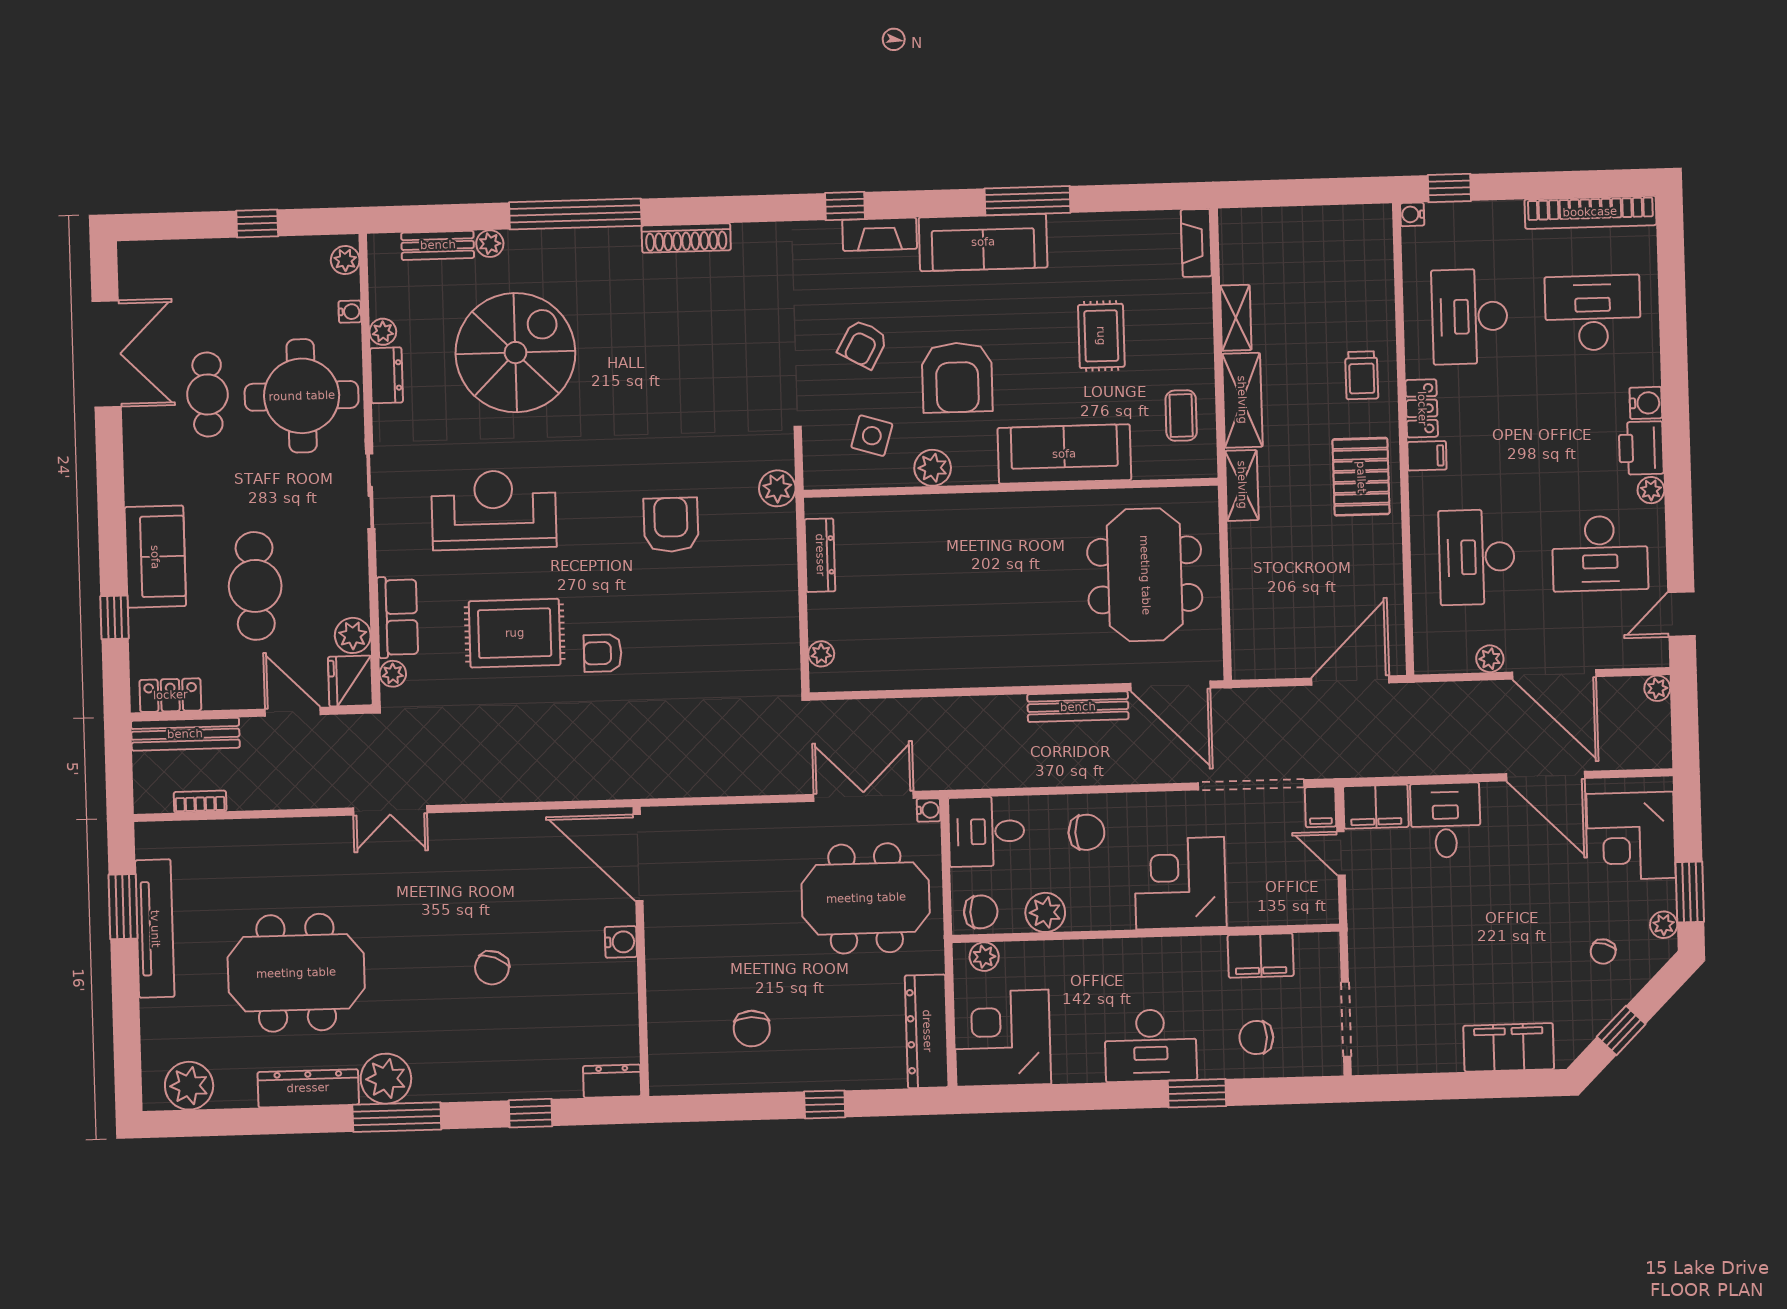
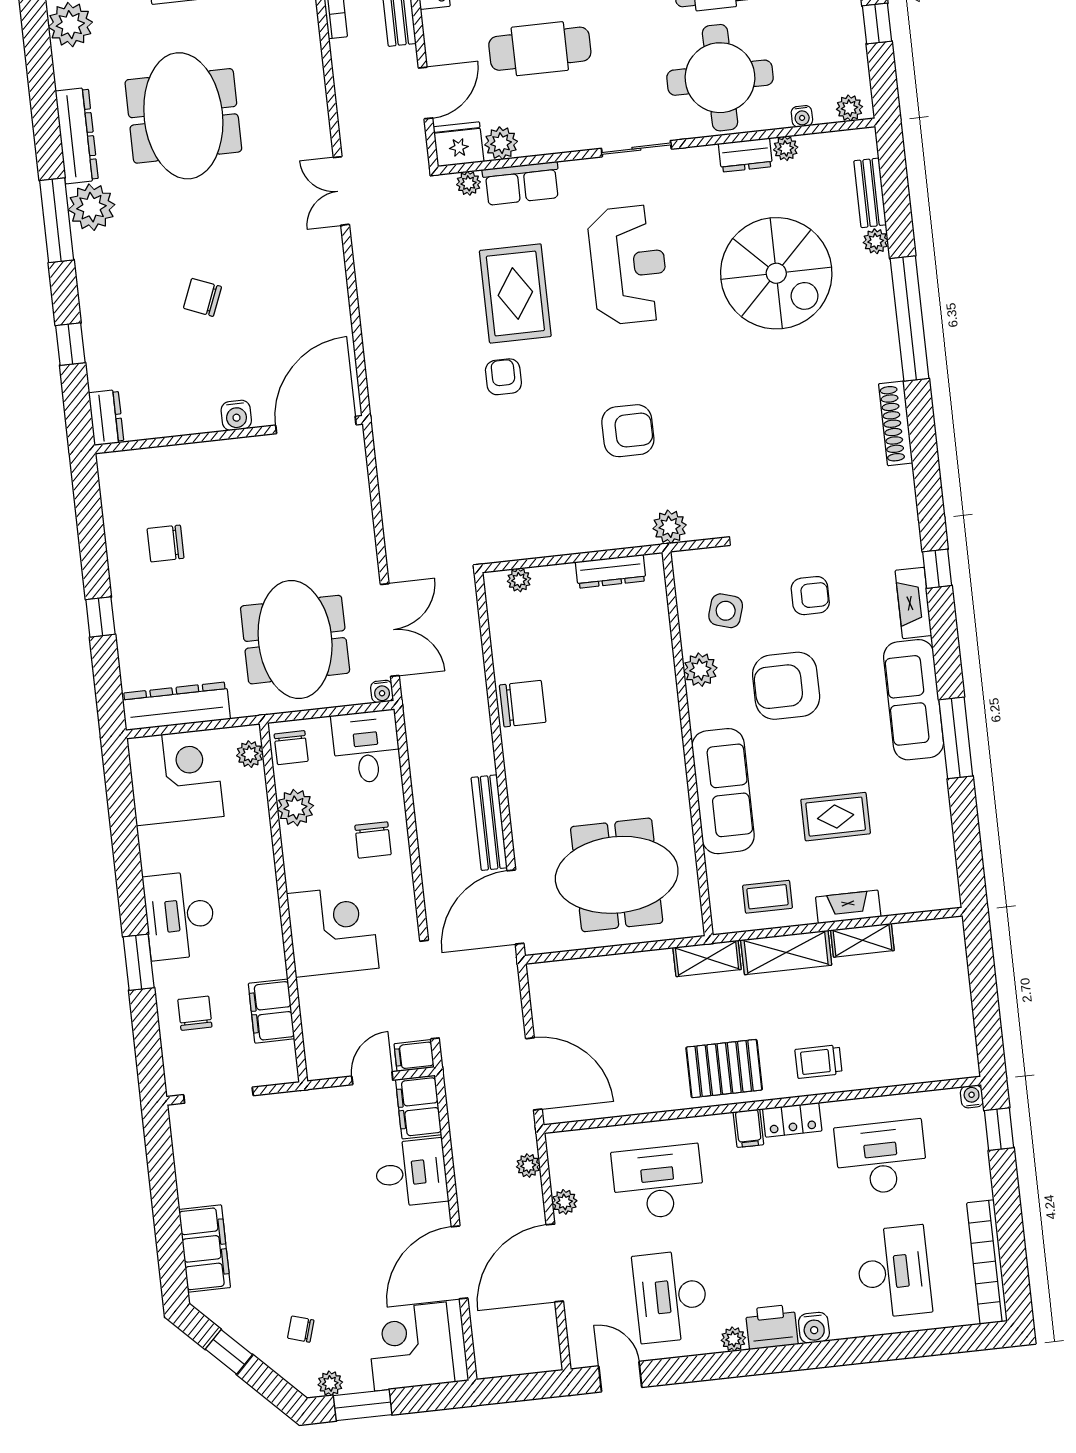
fireplace: (1196, 243) -> (848, 907), moved
armchair: (863, 344) -> (810, 596), turned 151
chair: (954, 661) -> (523, 704), added
plant: (1657, 688) -> (528, 1166), moved

